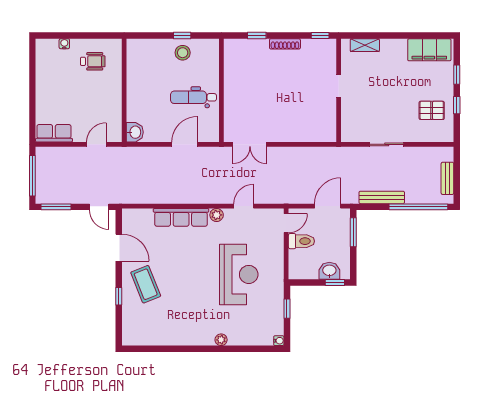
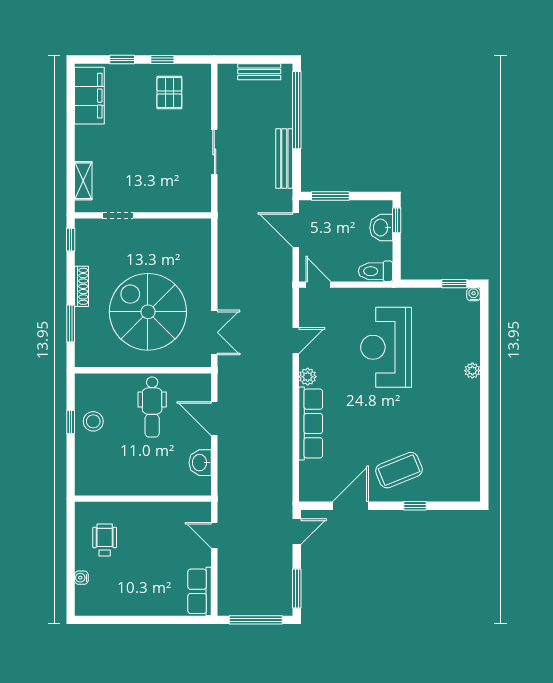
window: (257, 36) -> (71, 323), width x1.50
doorway: (339, 86) -> (118, 215), moved
spiral stairs: (266, 94) -> (148, 312), added
washbasin: (135, 132) -> (200, 463), moved, turned -90
door: (244, 206) -> (296, 341), swing flipped
toilet: (301, 241) -> (376, 271), moved, turned -90
reception desk: (239, 274) -> (386, 347), turned -90
window: (287, 309) -> (454, 284), moved

